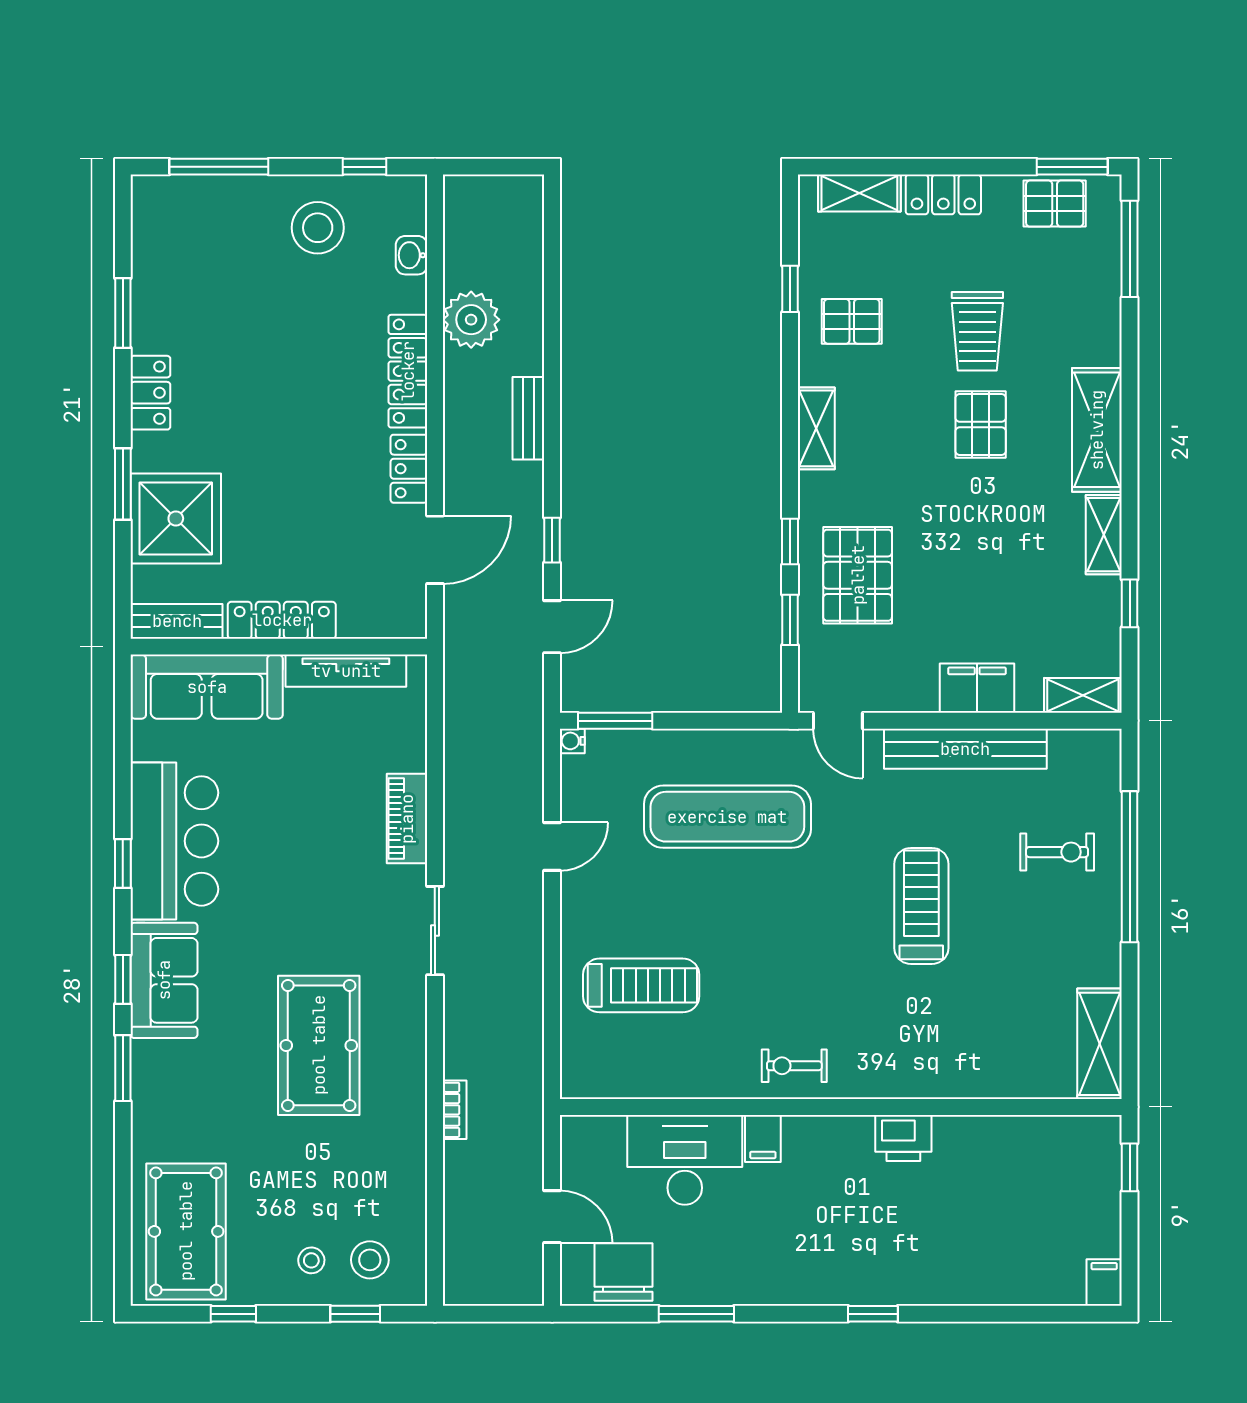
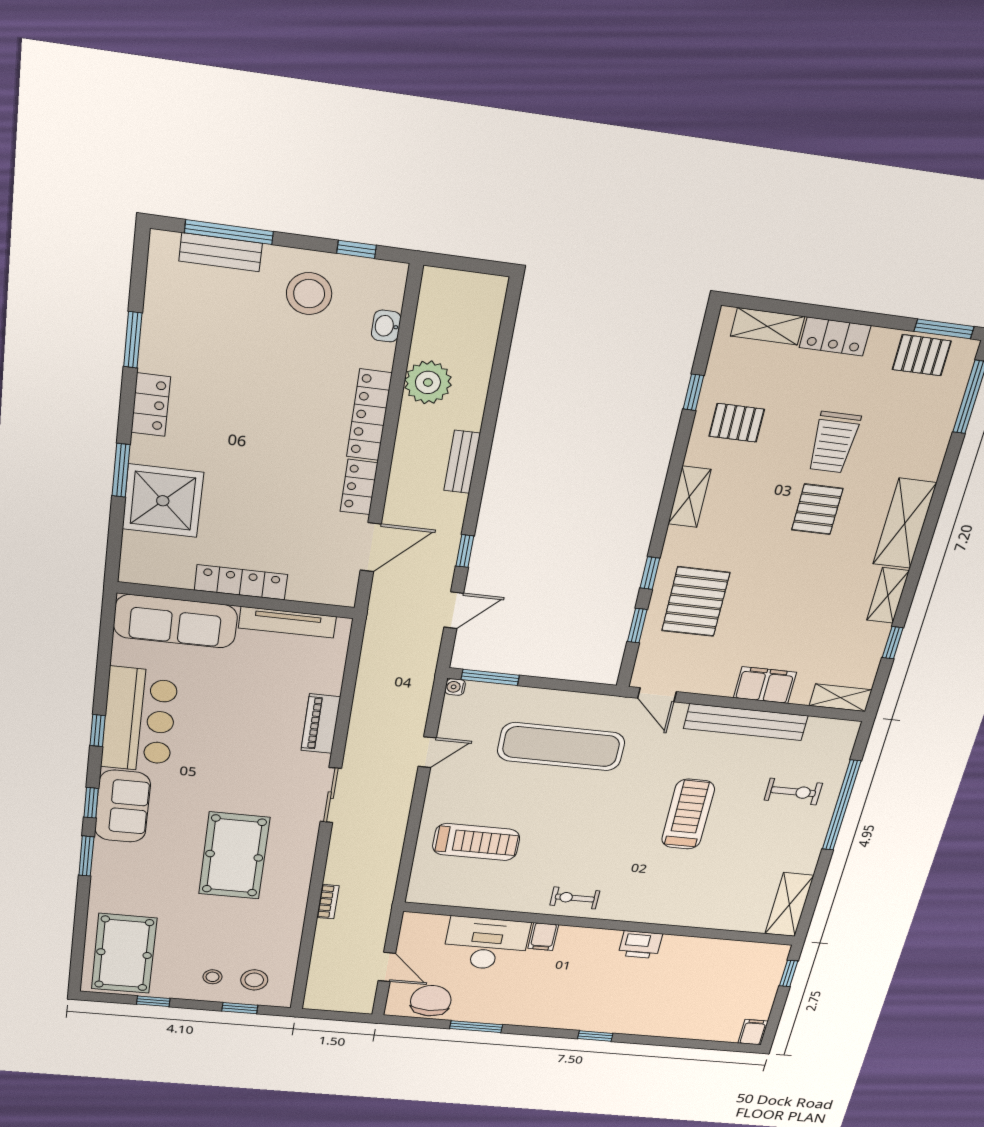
bench: (177, 621) -> (221, 252), moved

